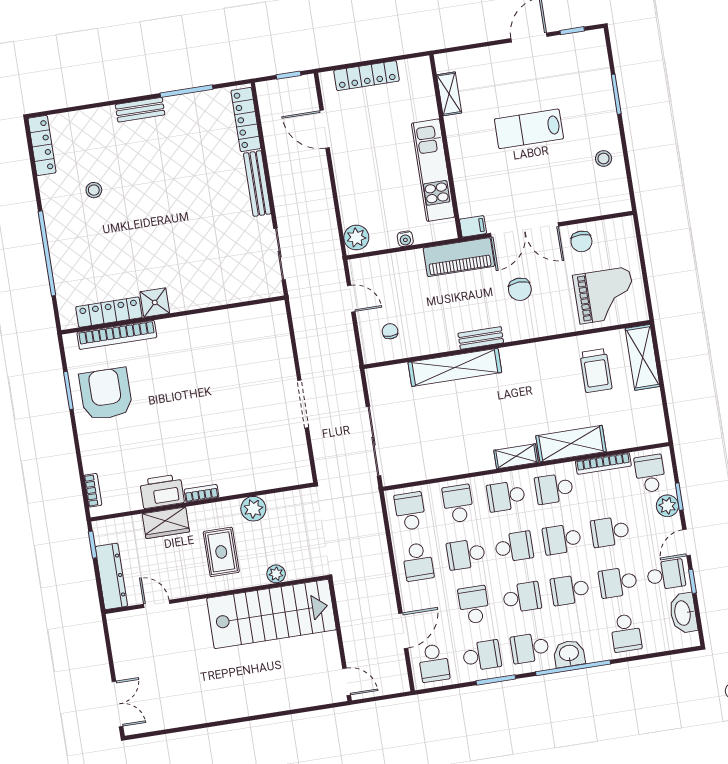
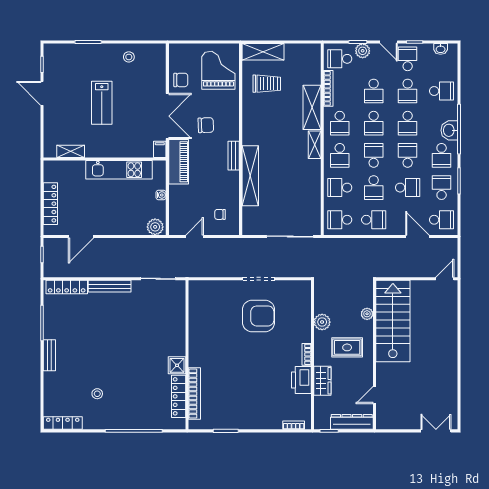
armchair: (106, 394) -> (258, 316), moved, turned 180
school desk: (474, 605) -> (408, 188), turned 180
washbasin: (683, 613) -> (441, 49), width x0.52, depth x0.69

